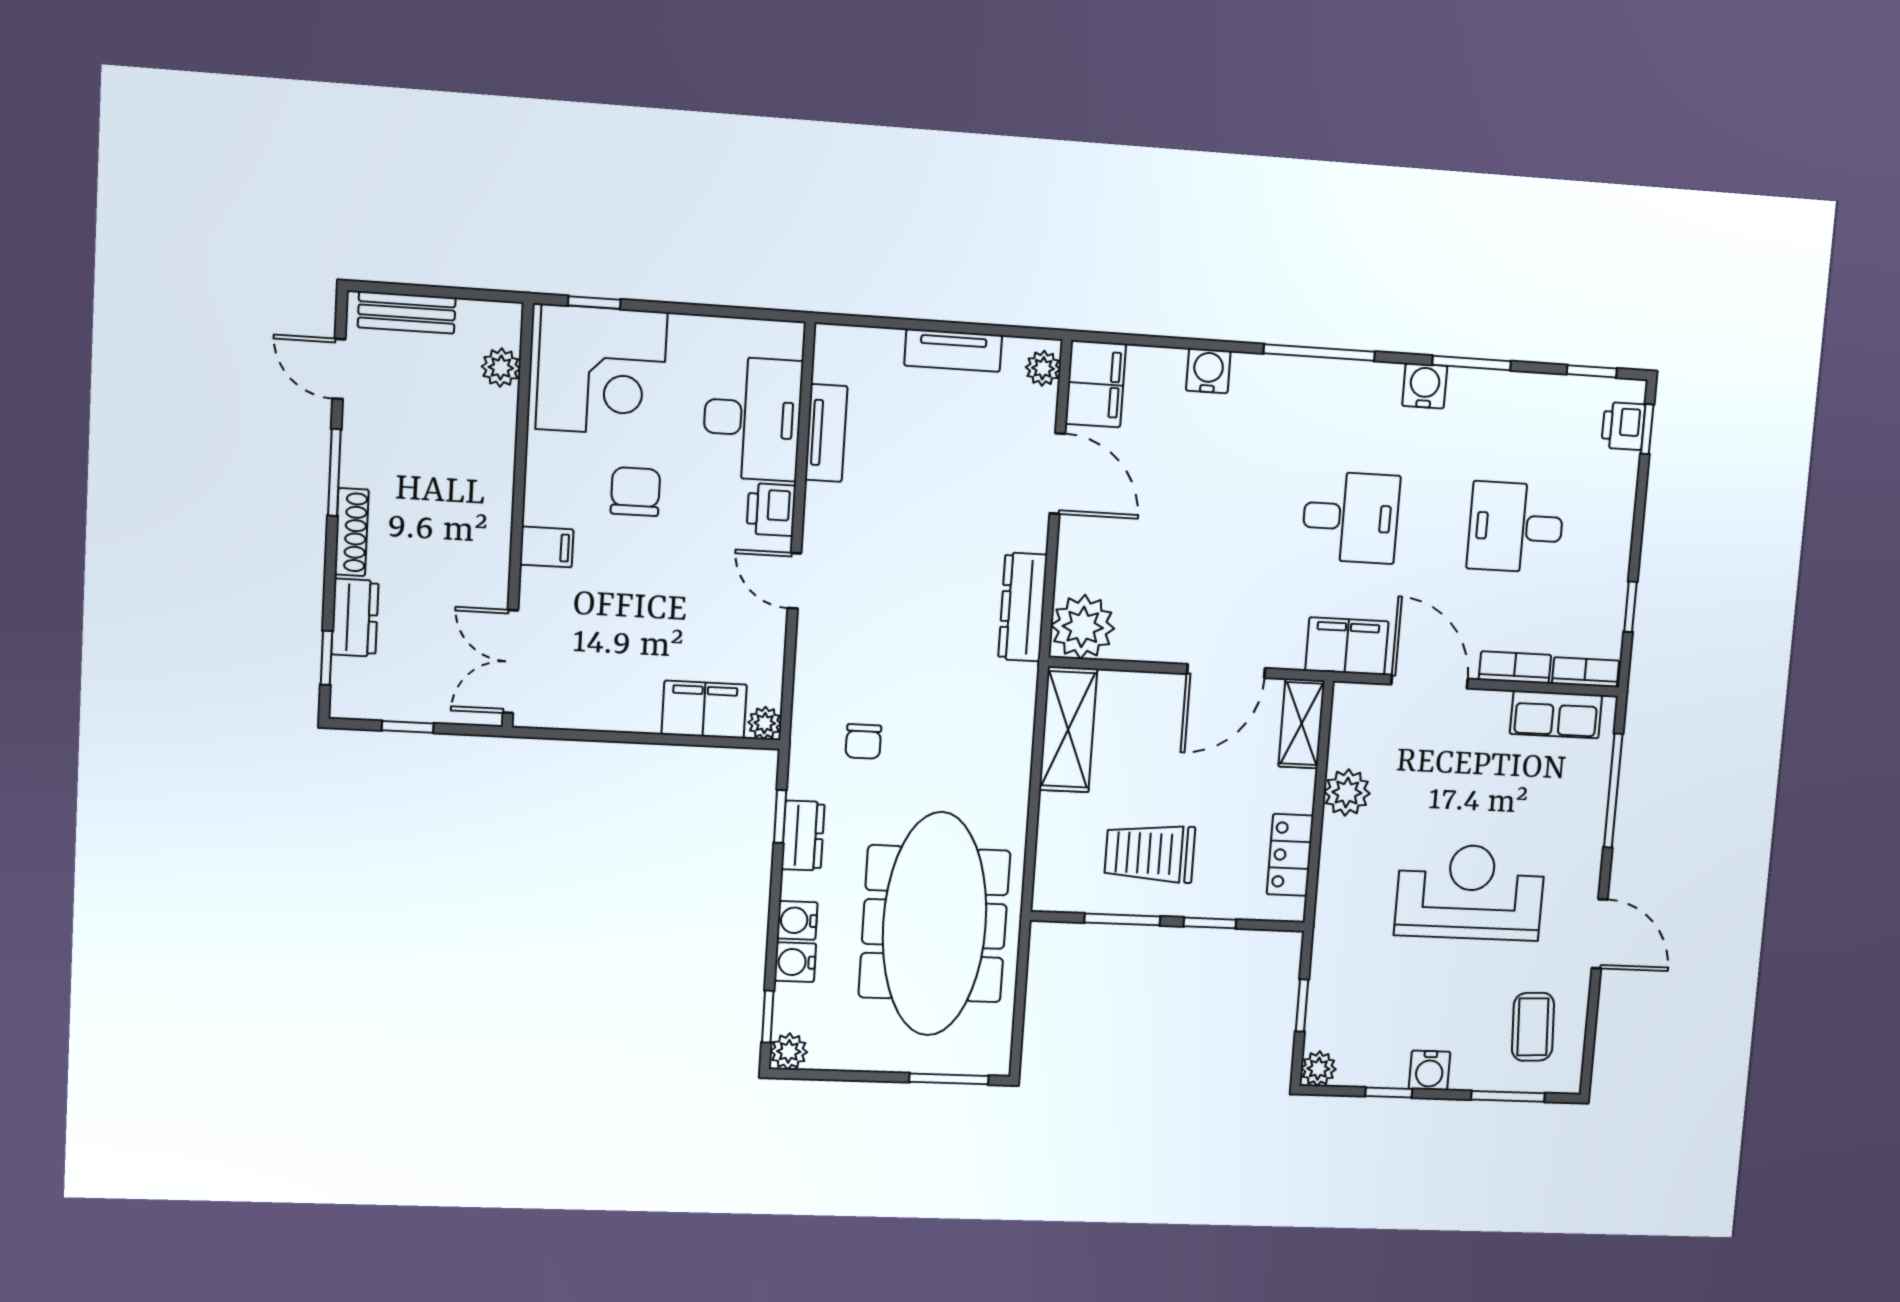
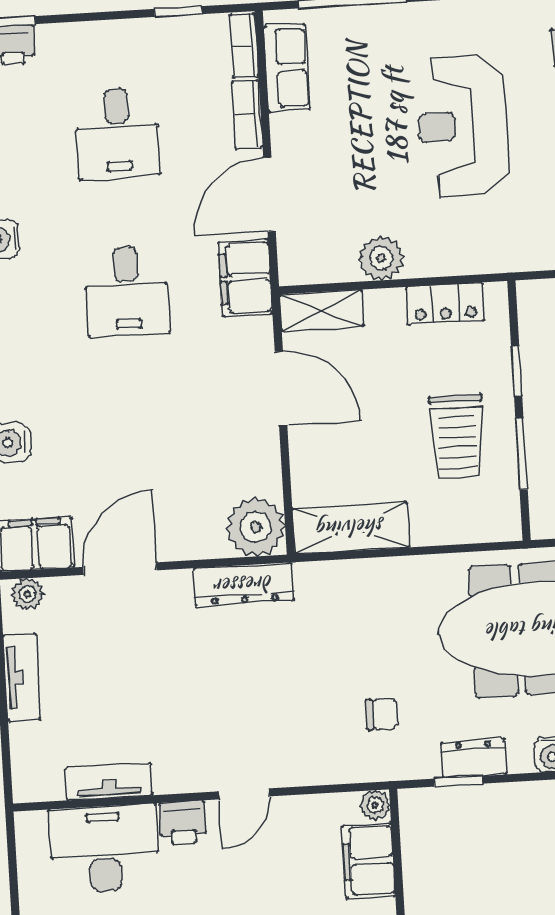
desk: (1351, 517) -> (127, 291), turned 180

